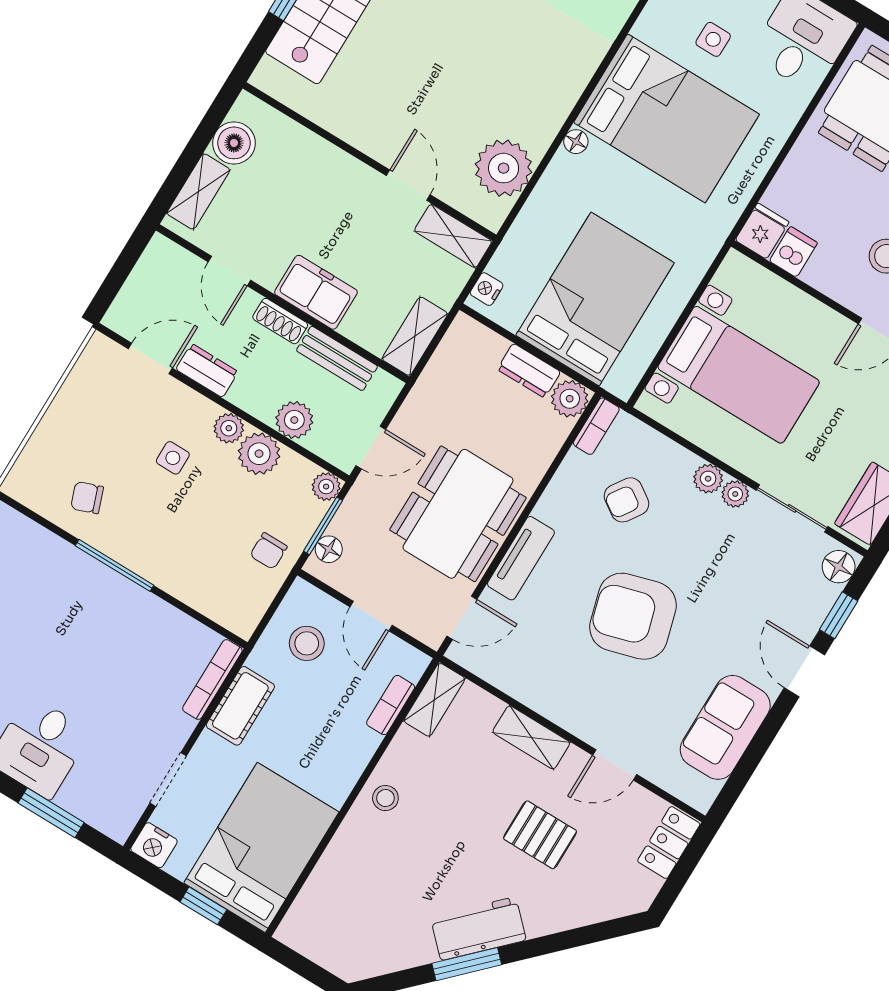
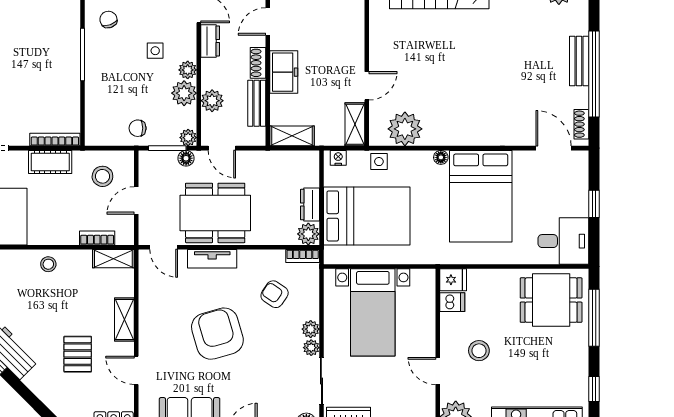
side table: (713, 39) -> (379, 162), moved
floor lamp: (329, 549) -> (186, 158), moved

